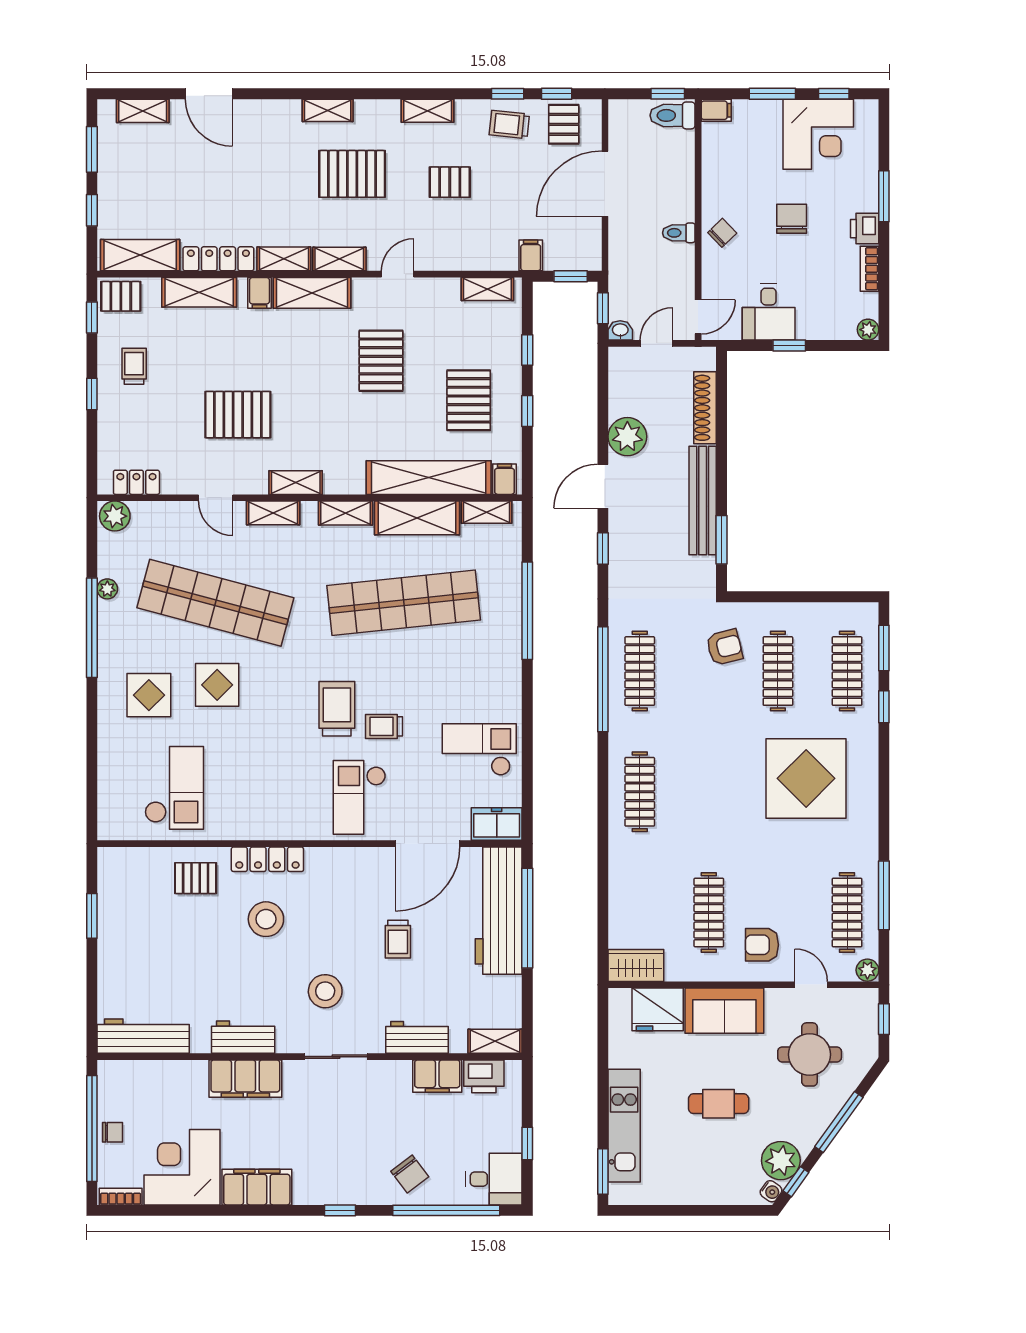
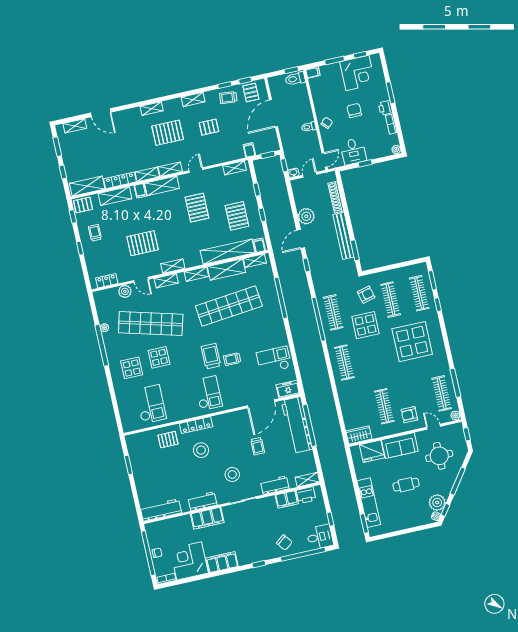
plant: (115, 516) -> (125, 291), moved
display table: (707, 717) -> (365, 325), added
checkout: (359, 797) -> (208, 393), moved, turned 180

